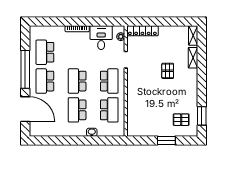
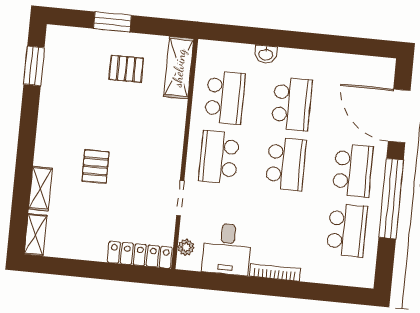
school desk: (109, 110) -> (225, 97), turned 180
pallet: (181, 120) -> (126, 69), moved
shelving: (133, 122) -> (179, 68), added

